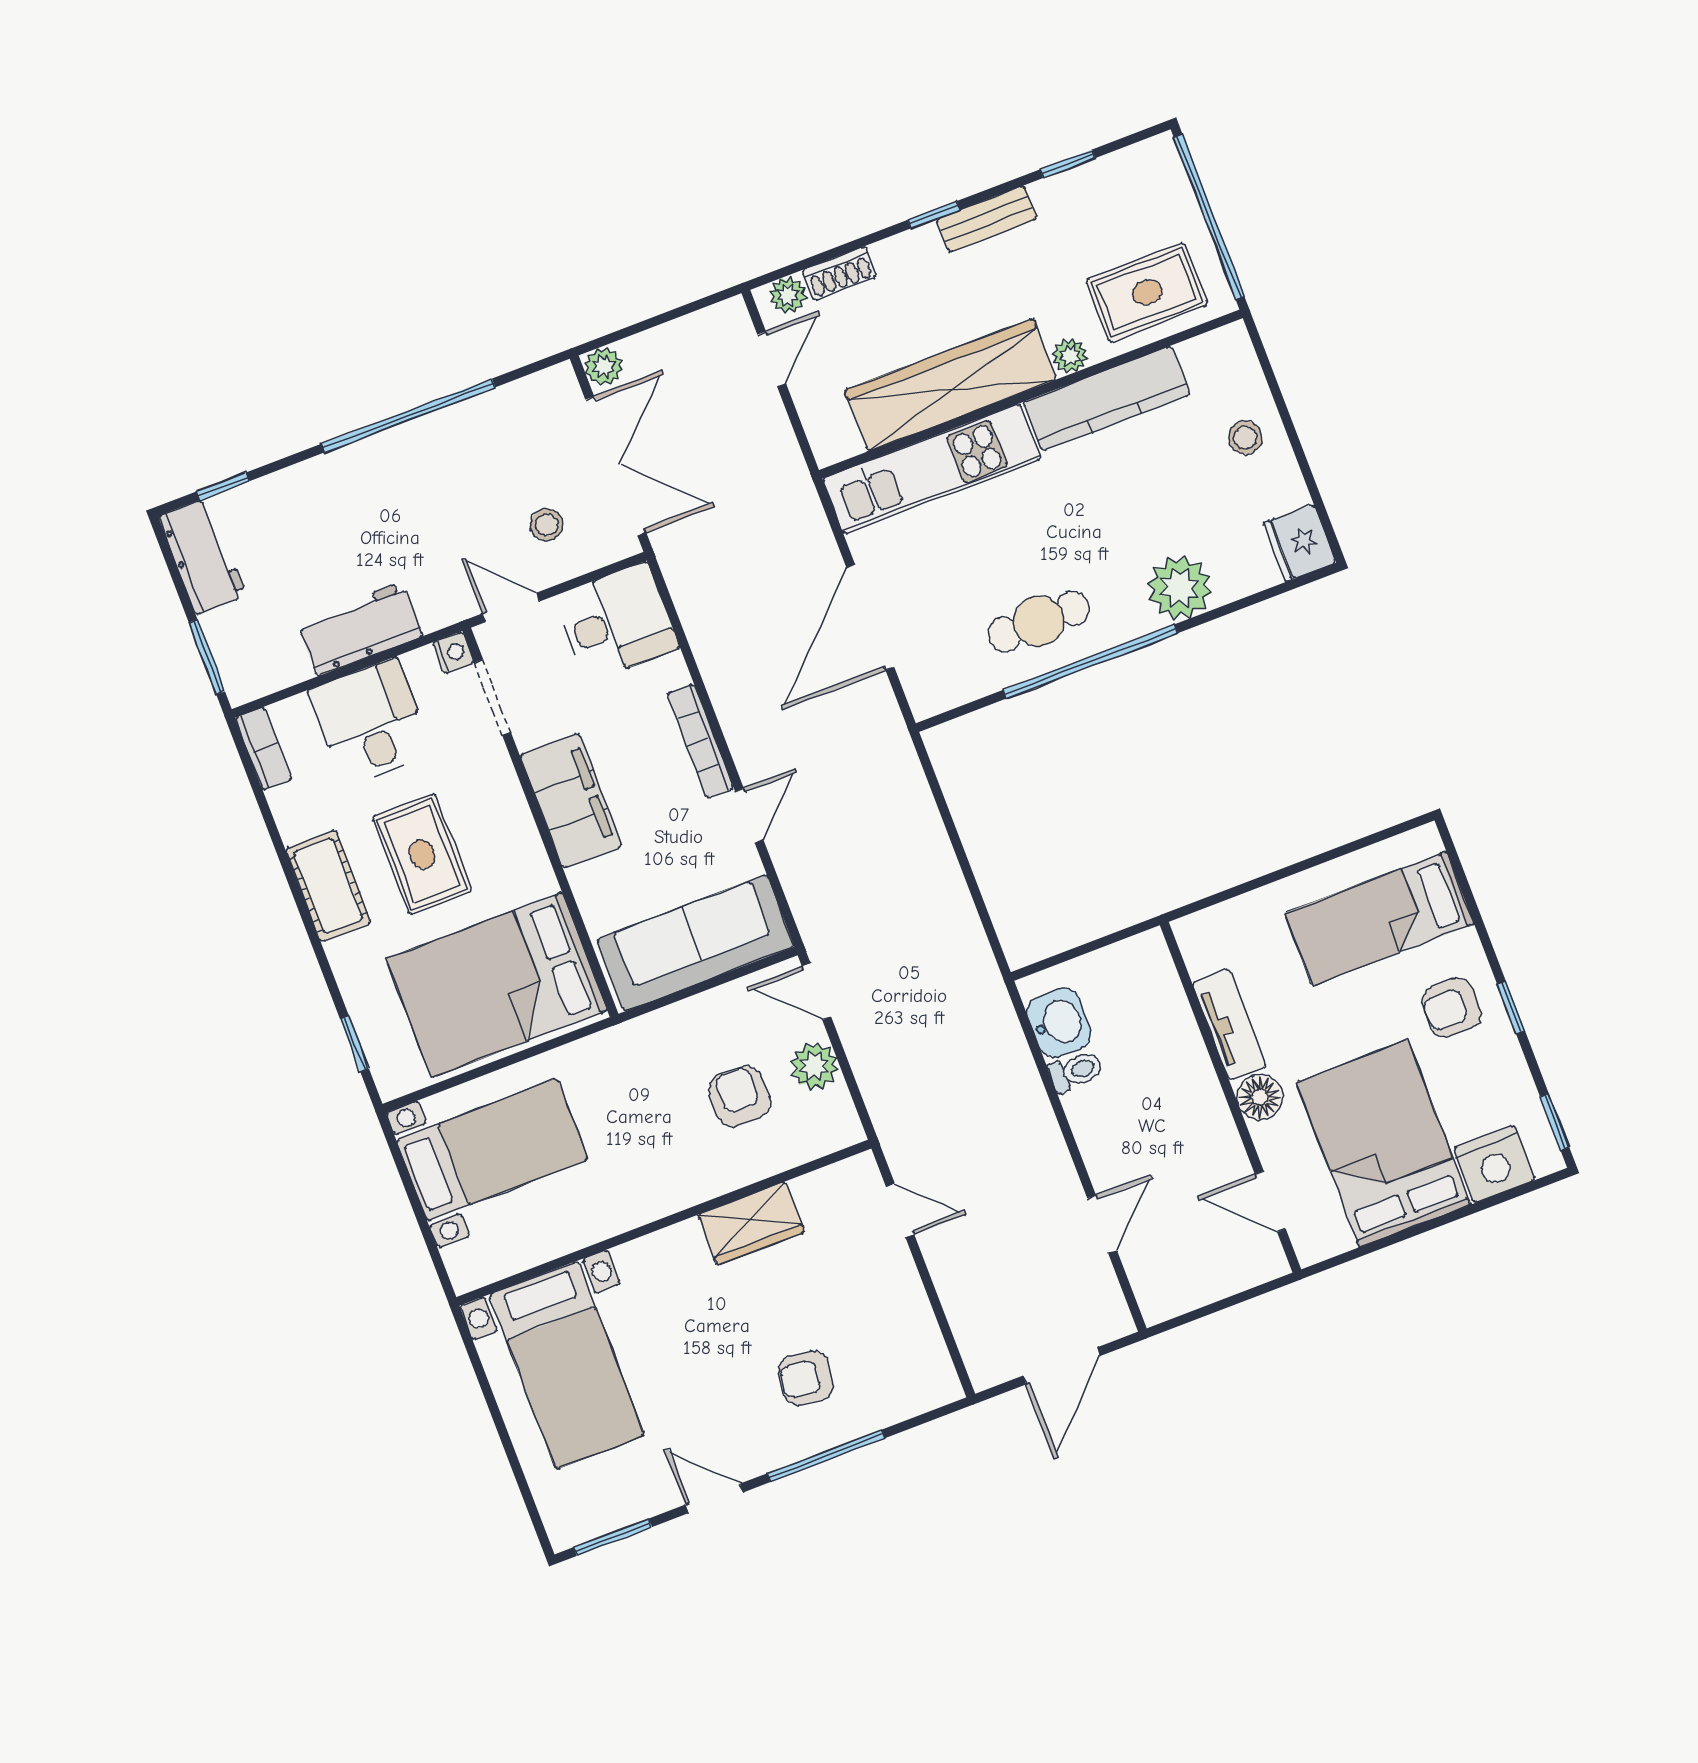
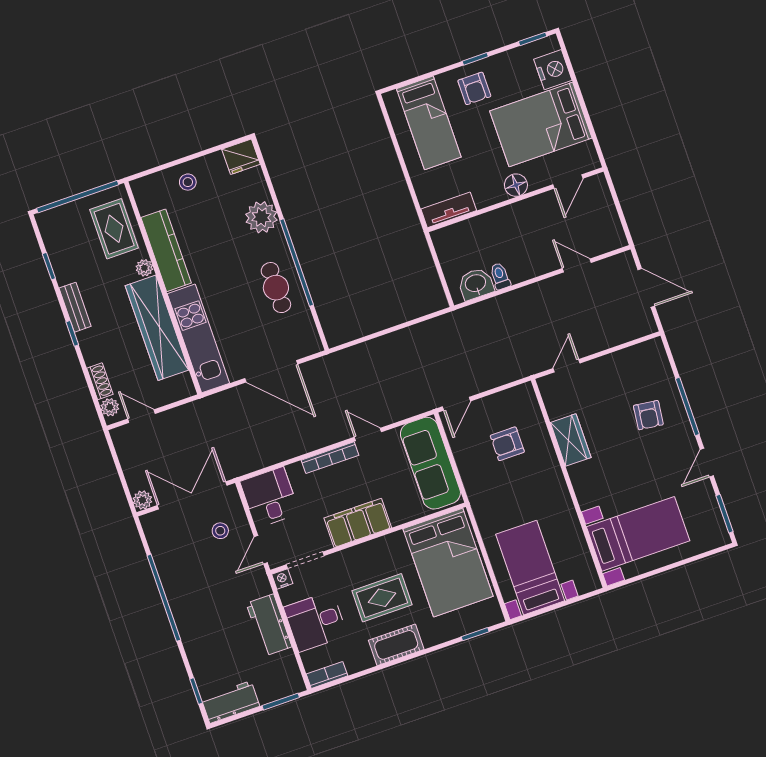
tv unit: (1229, 1025) -> (449, 210), moved
plant: (814, 1066) -> (494, 406), removed

